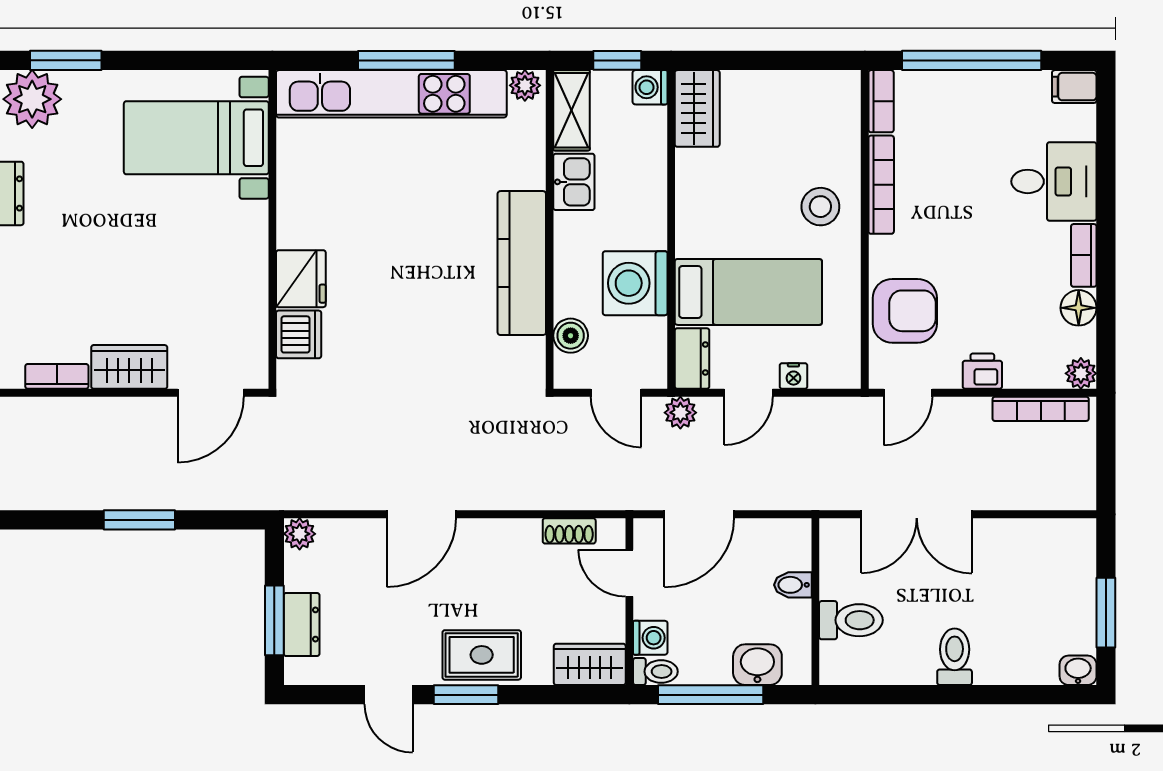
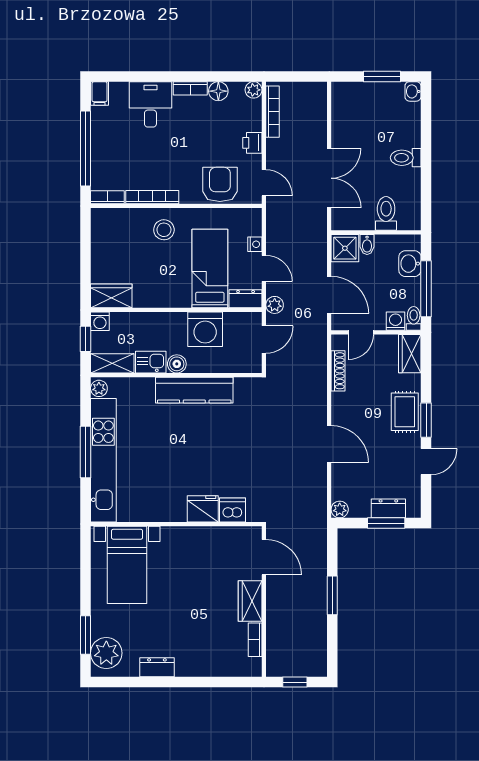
boiler: (571, 336) -> (177, 364), moved
shoe rack: (569, 531) -> (338, 371), width x1.43
shower: (786, 544) -> (345, 248), added

